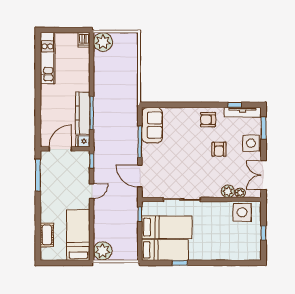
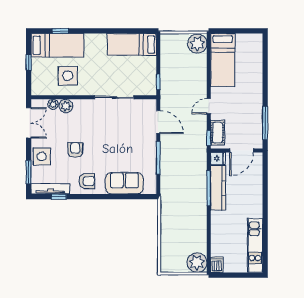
sofa: (152, 125) -> (124, 183), moved, turned 90
side table: (242, 212) -> (68, 76), moved
bed: (167, 227) -> (57, 45), moved, turned 180
cot: (47, 235) -> (218, 133), moved
window: (180, 263) -> (60, 31), moved

